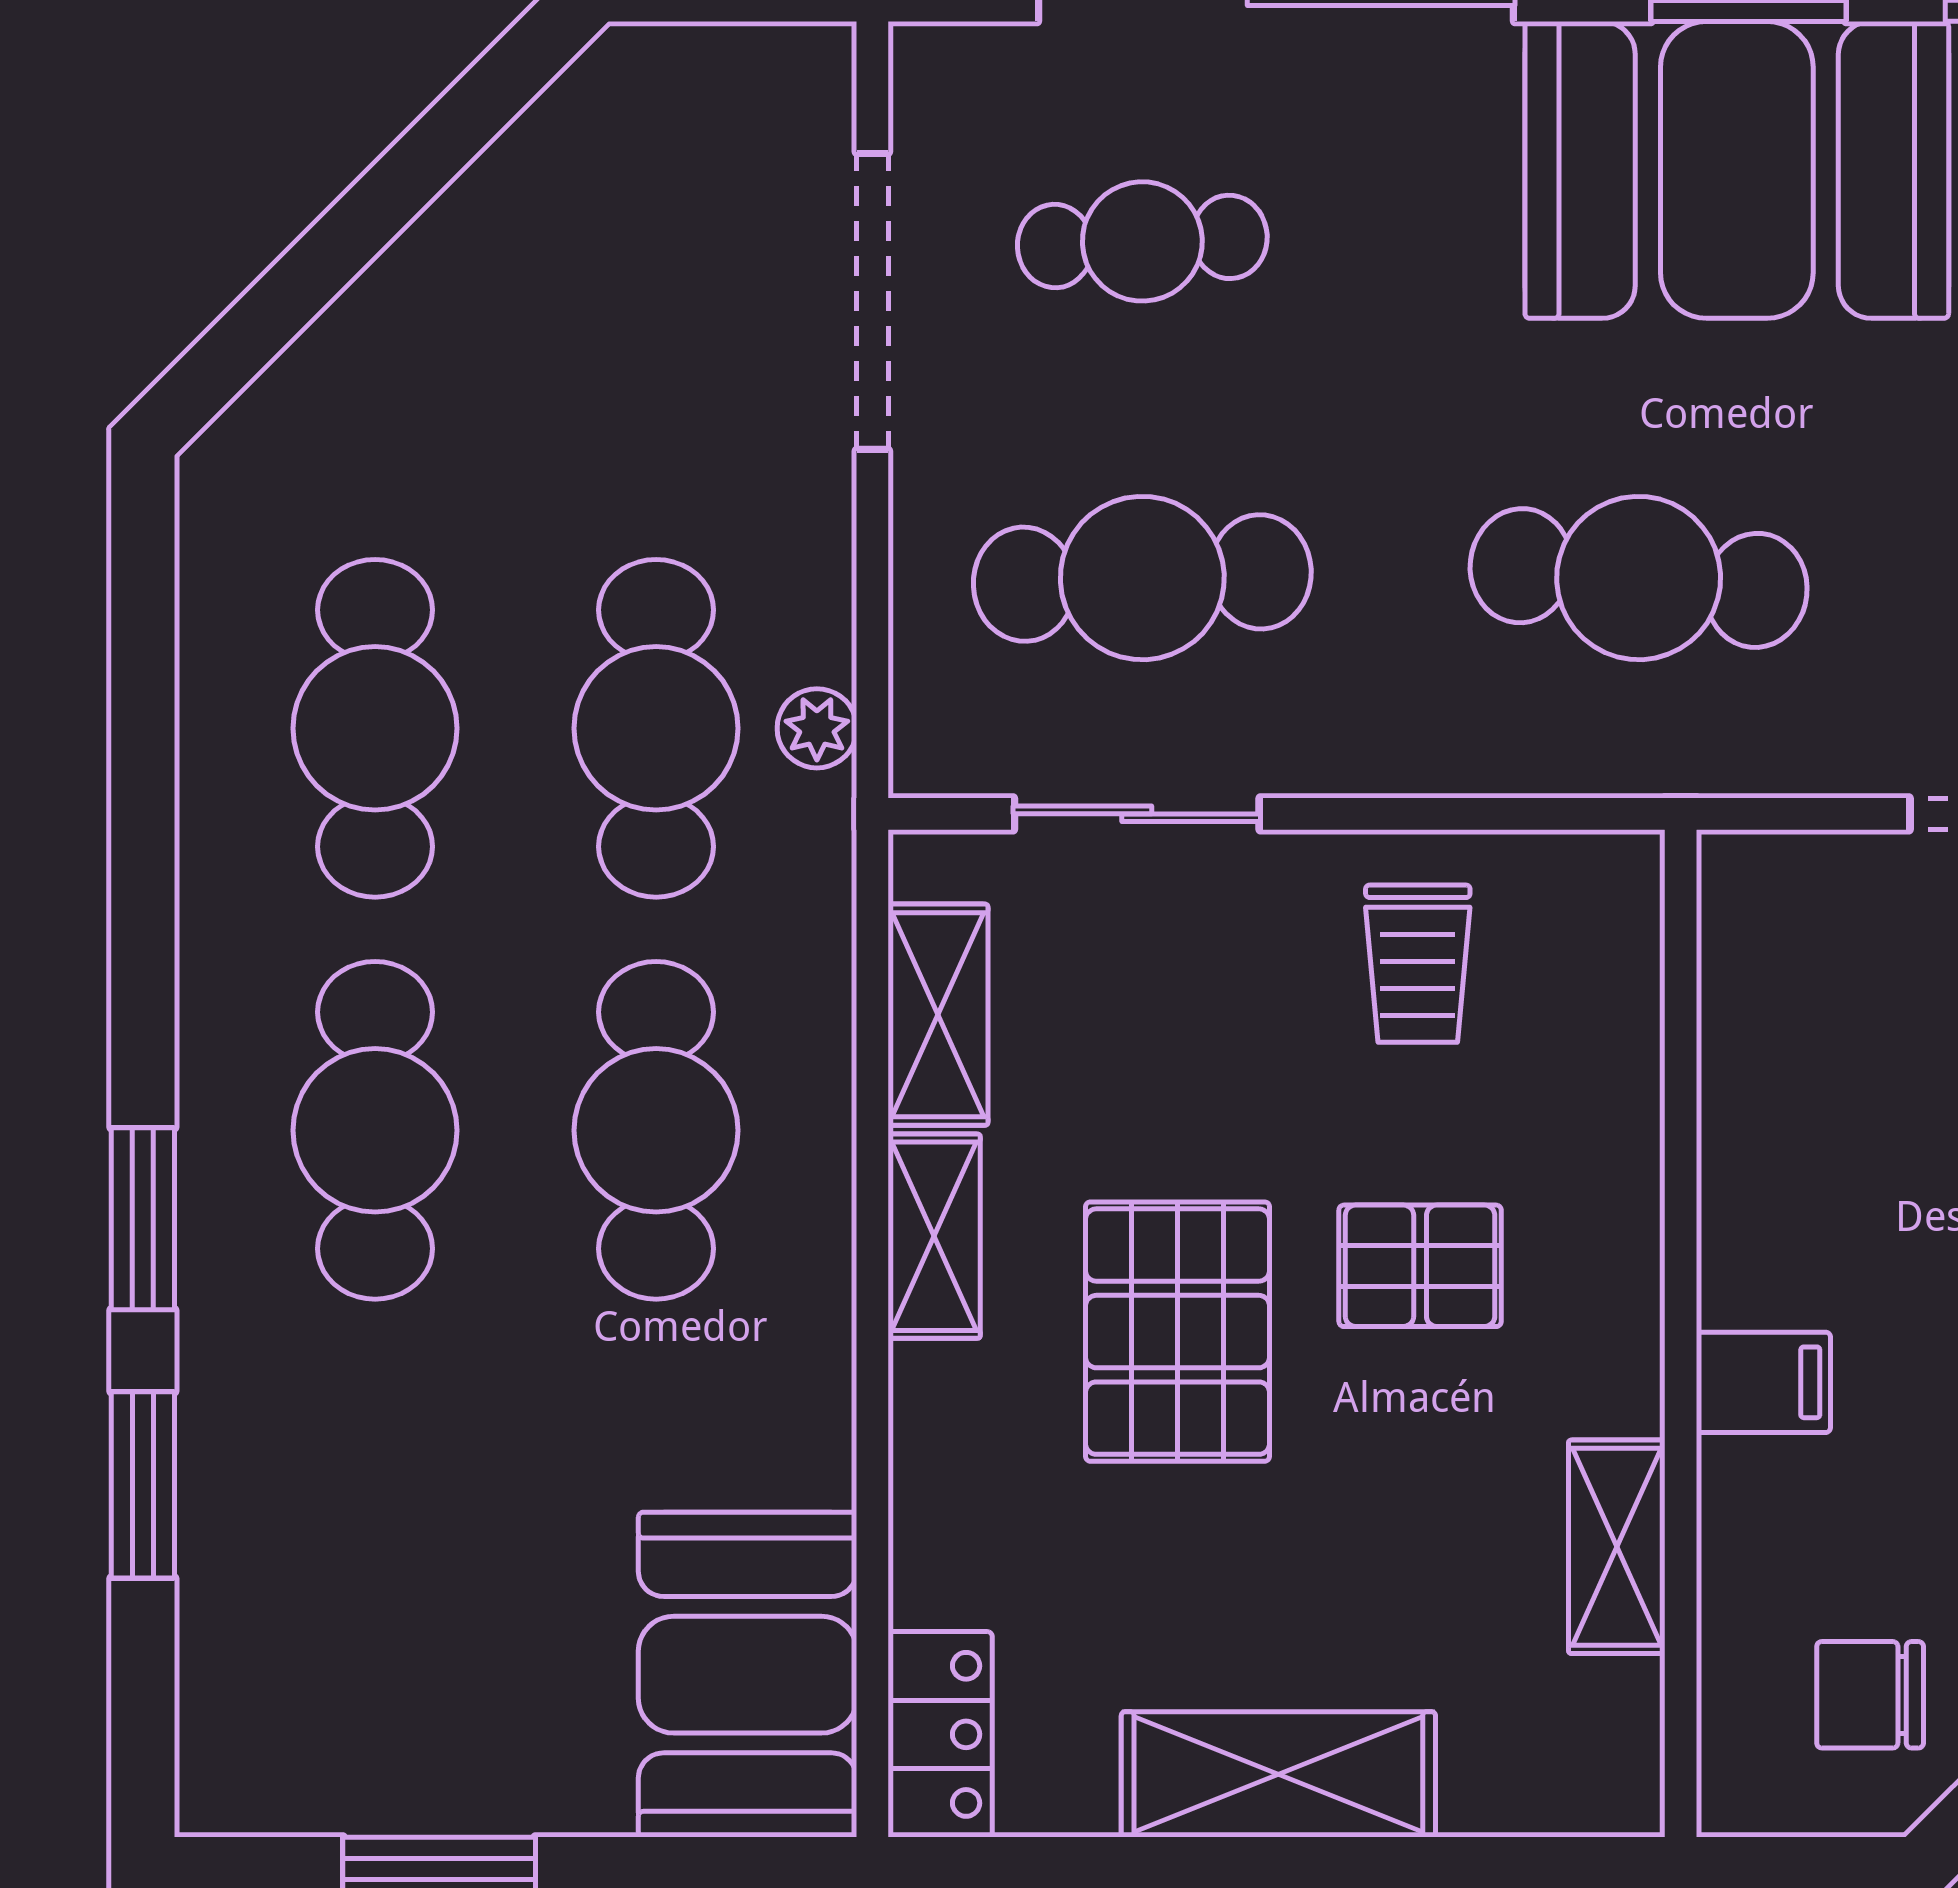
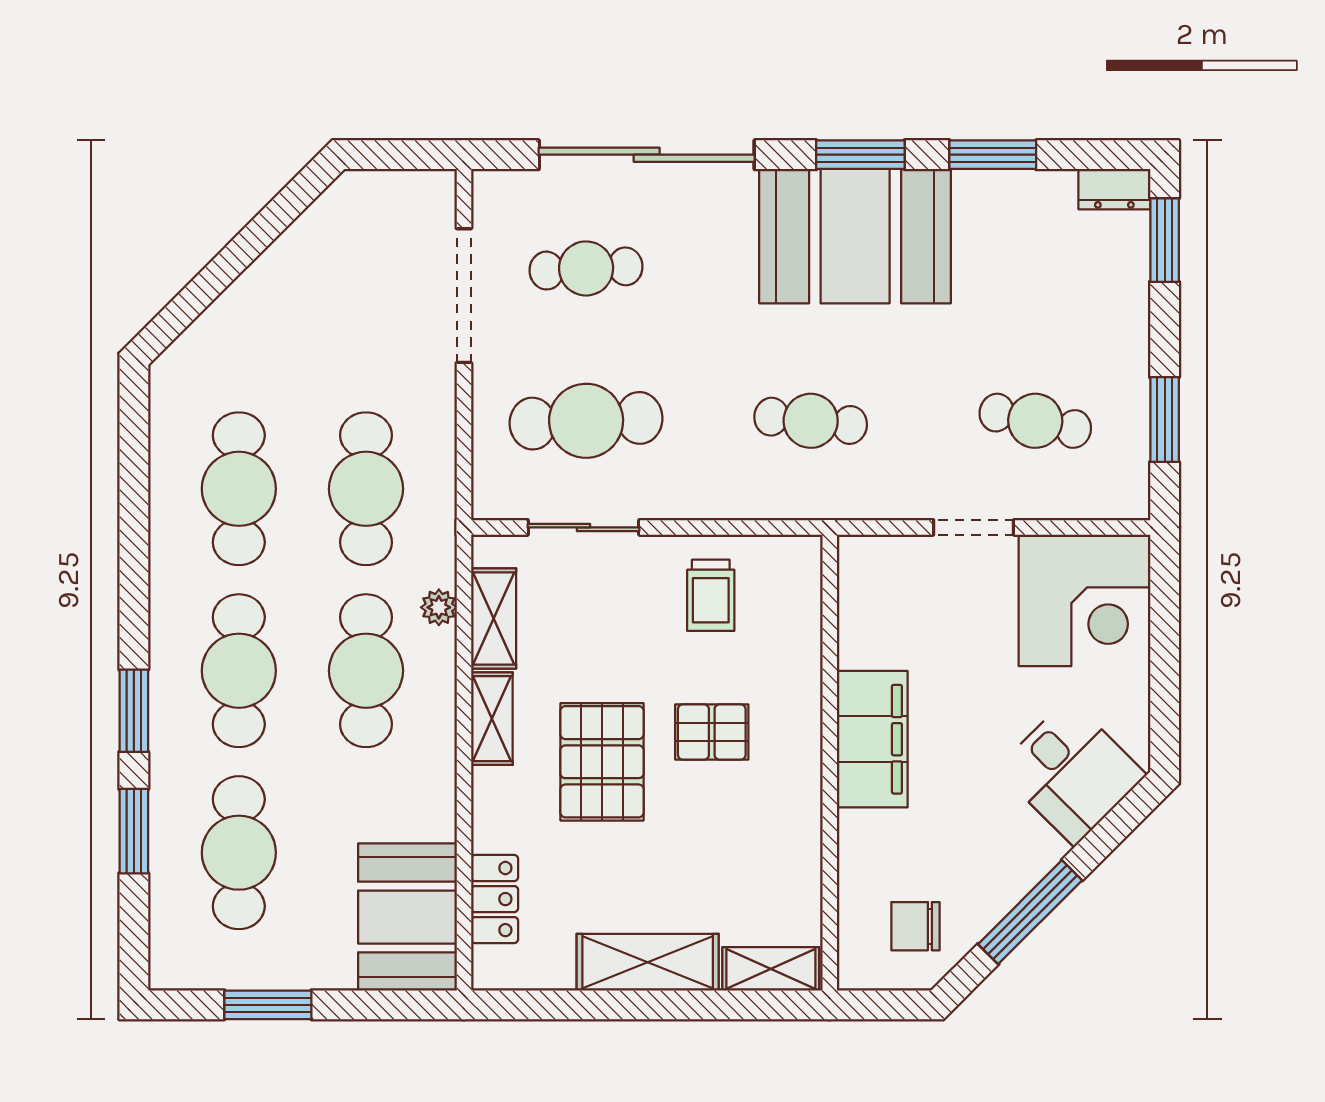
cafe table: (1639, 578) -> (811, 421), width x0.73, depth x0.74
plant: (817, 728) -> (439, 607), moved
filing cabinet: (1763, 1382) -> (872, 739), width x3.00, depth x1.17
cafe table: (375, 1532) -> (239, 853), added
shelving: (1617, 1547) -> (771, 969), moved, turned 90
locker: (940, 1734) -> (495, 899), moved

